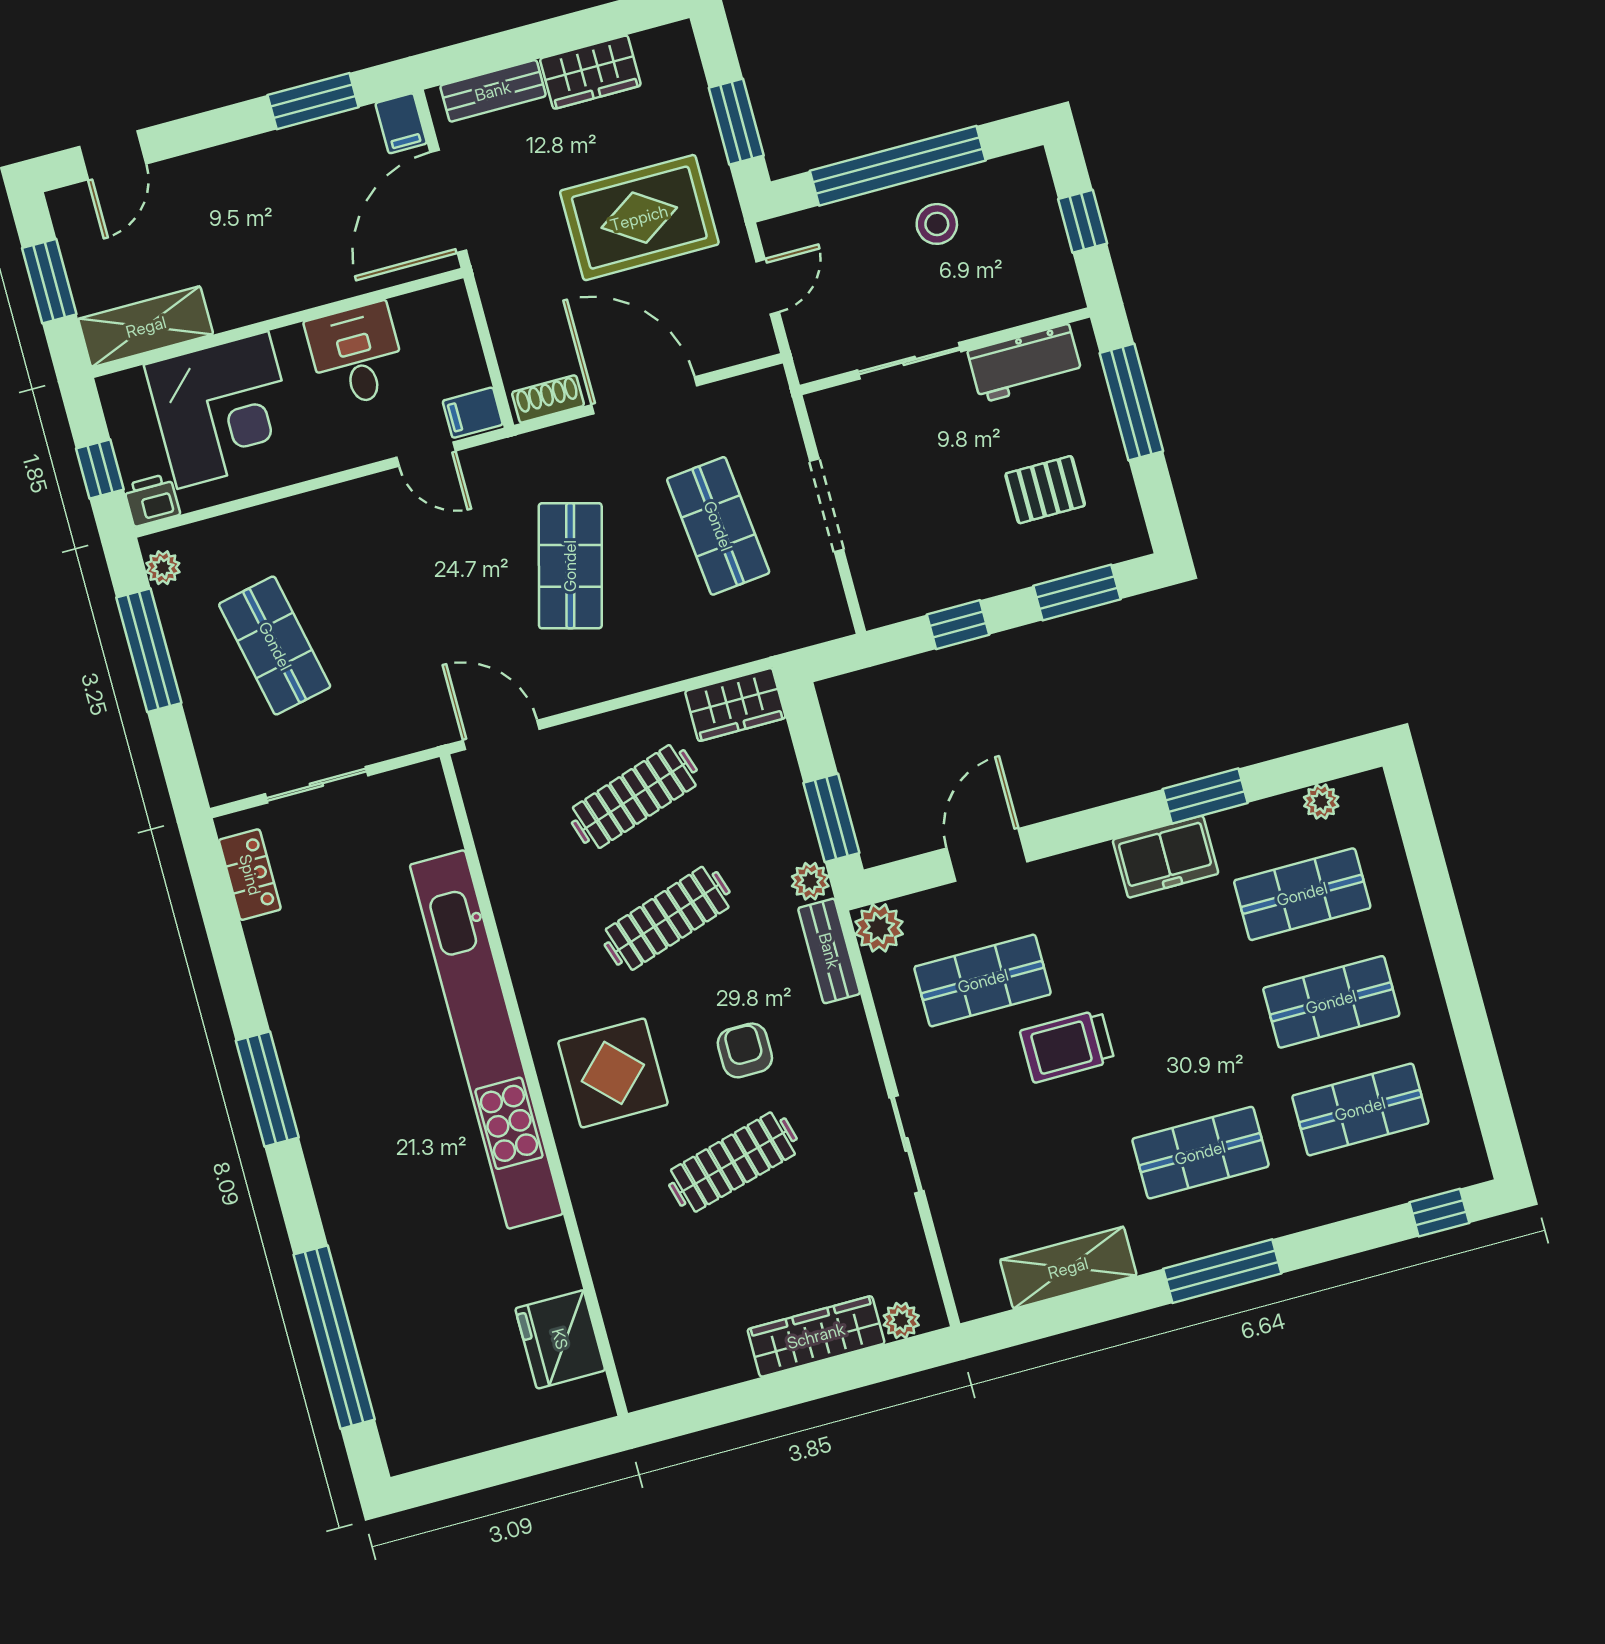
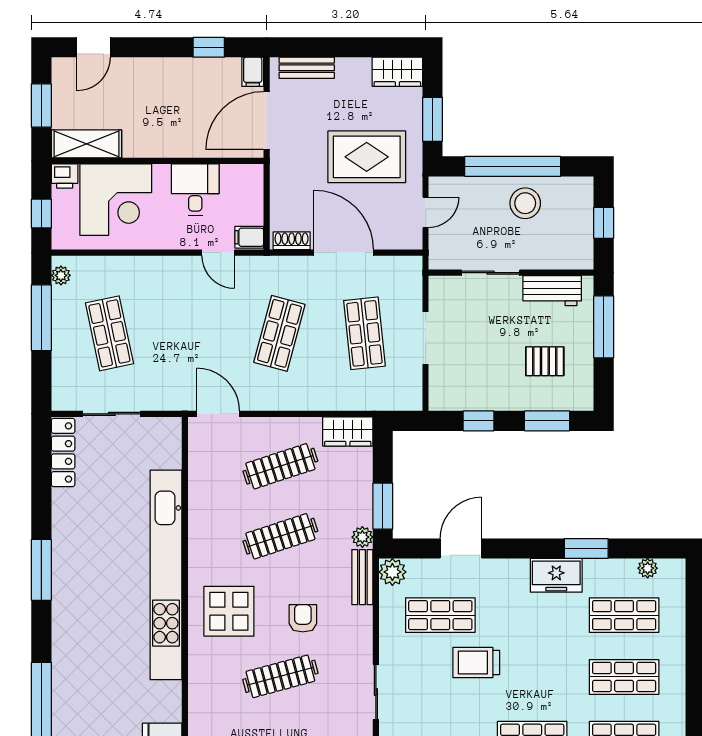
wardrobe: (590, 72) -> (397, 72), moved
window: (313, 101) -> (209, 47), width x0.67
stool: (937, 224) -> (525, 203), width x1.38, depth x1.38
printer: (152, 500) -> (65, 176), moved, turned 180
locker: (250, 875) -> (63, 452), width x1.53

